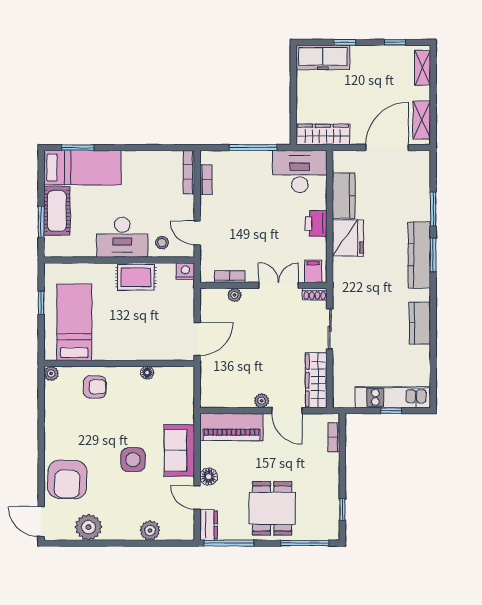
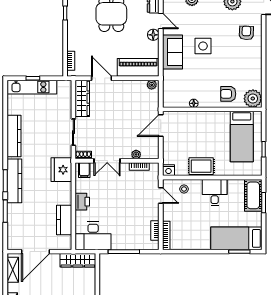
cot: (57, 211) -> (253, 195), moved
desk: (122, 237) -> (215, 193), width x0.73
fridge: (348, 238) -> (61, 170), moved
kitchen counter: (420, 323) -> (14, 136), width x1.50
plant: (51, 373) -> (253, 99), width x1.87, depth x1.87
plant: (262, 401) -> (152, 85), moved
armchair: (67, 479) -> (246, 33), width x0.53, depth x0.53

